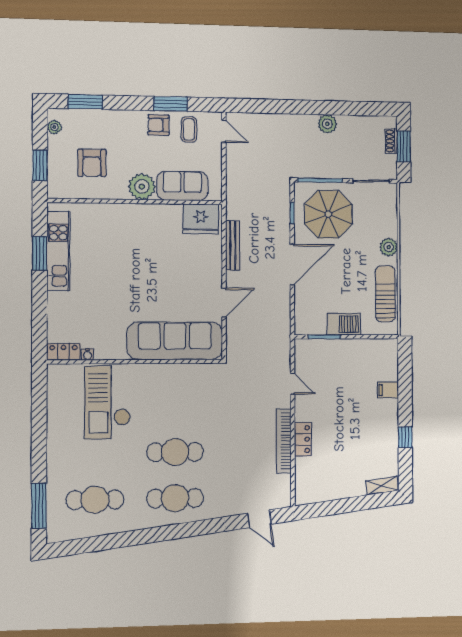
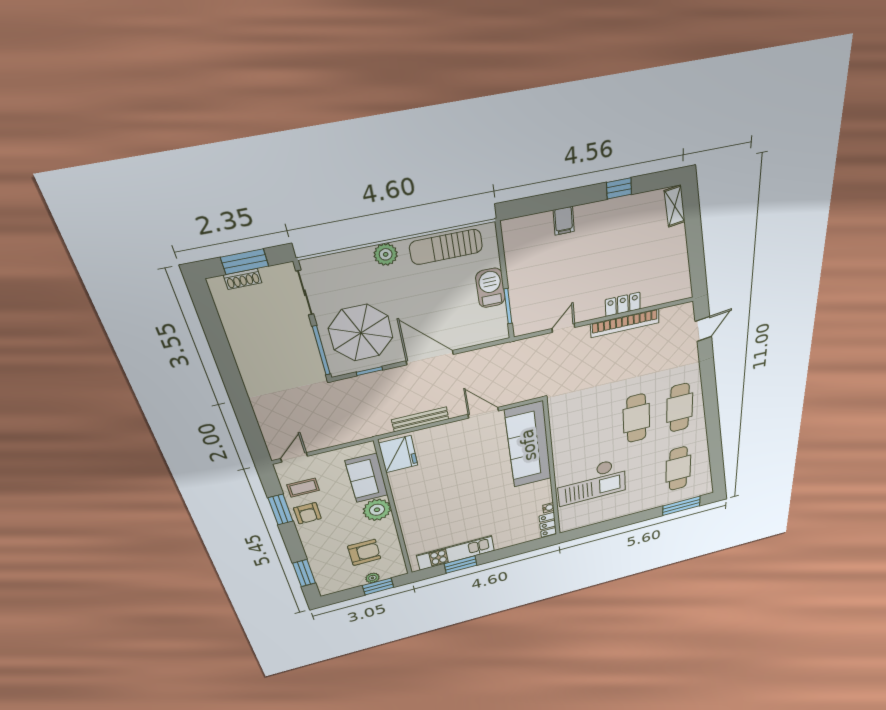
plant: (327, 124) -> (247, 358), removed
plant: (54, 127) -> (372, 578), moved

